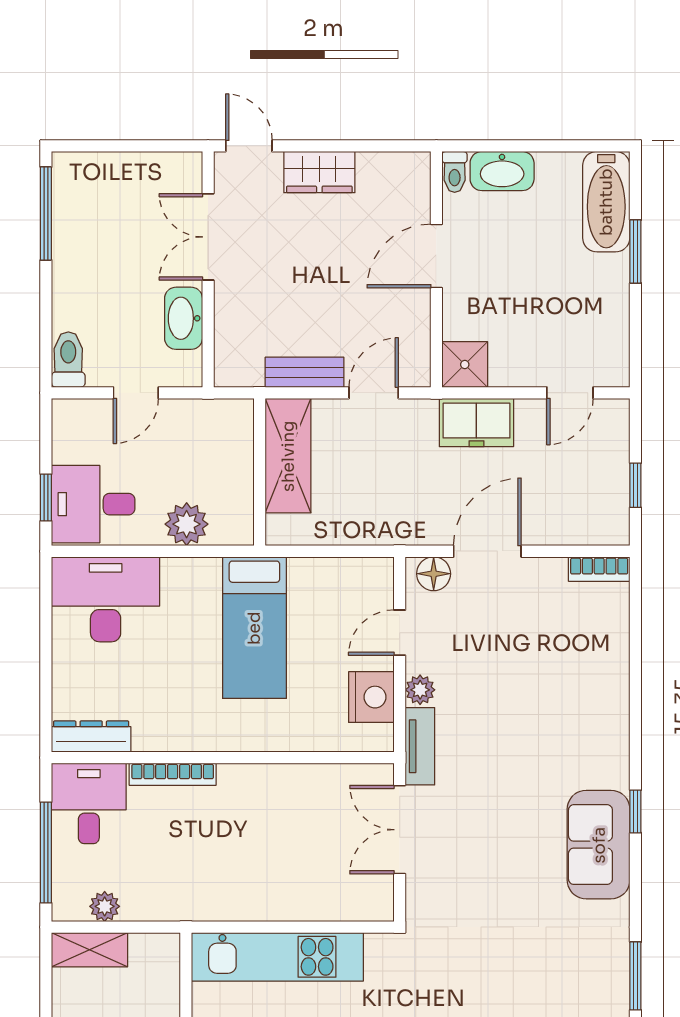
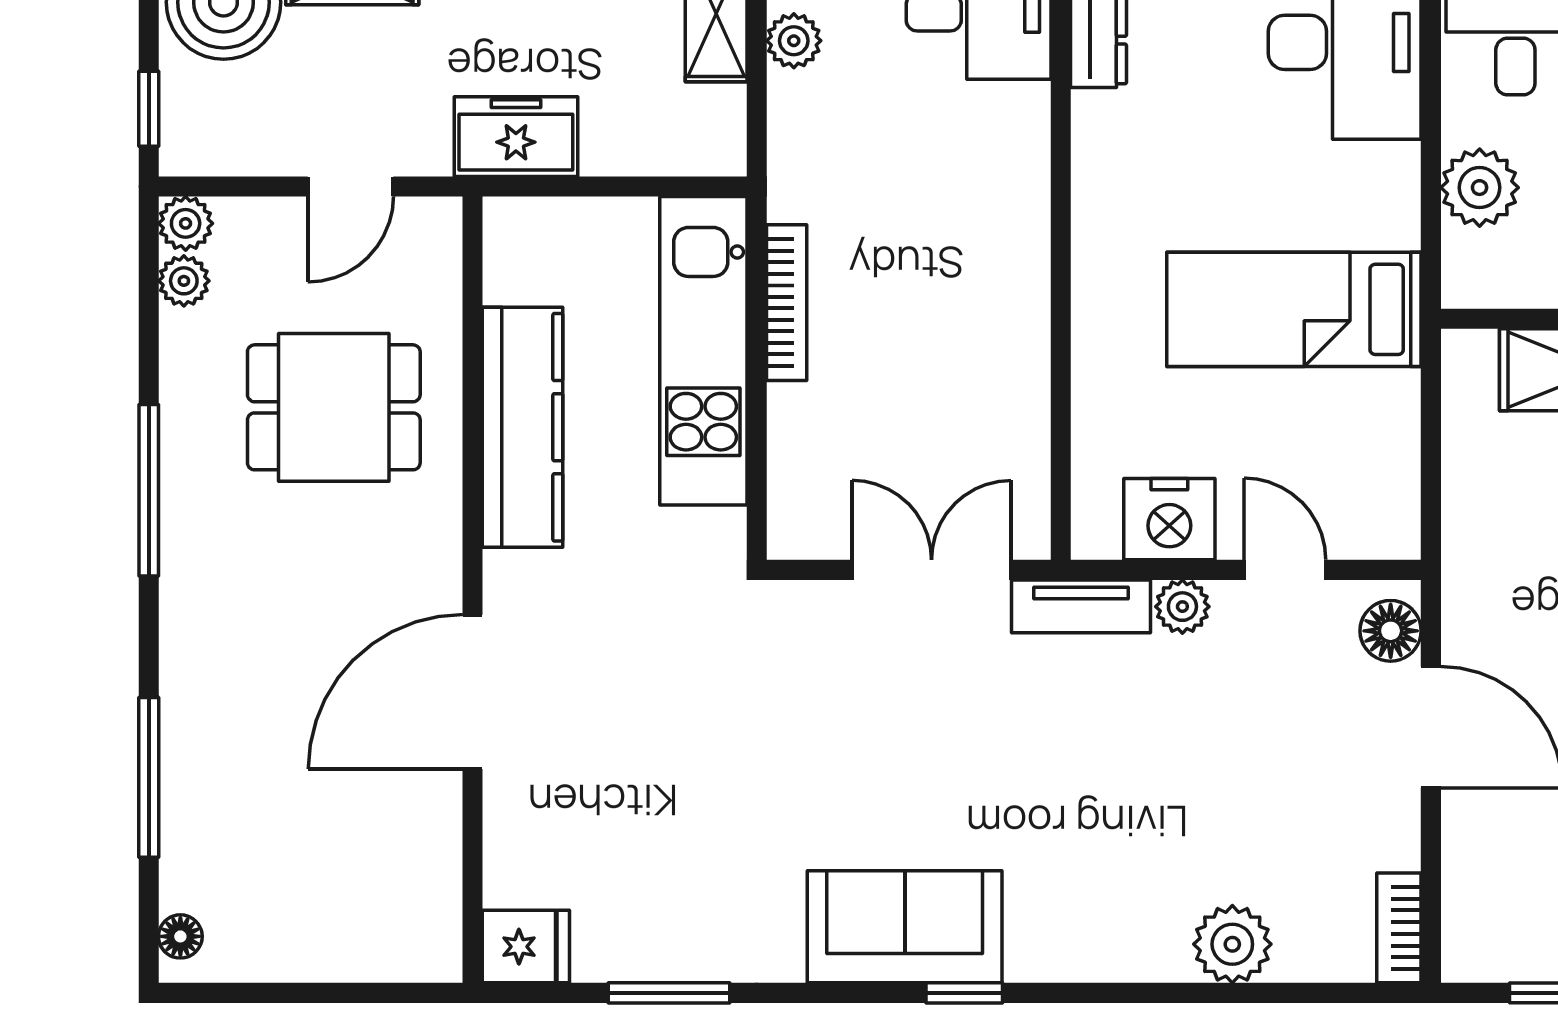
plant: (608, 662) -> (1232, 944), added
bookcase: (173, 774) -> (787, 303), moved, turned 180

